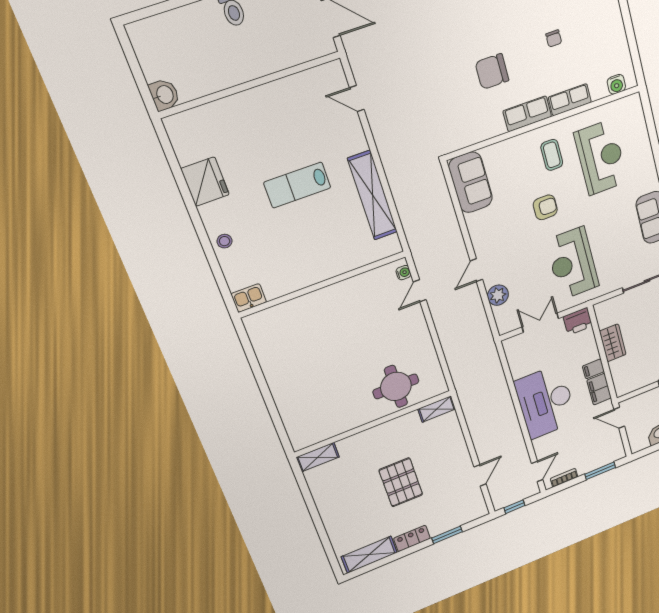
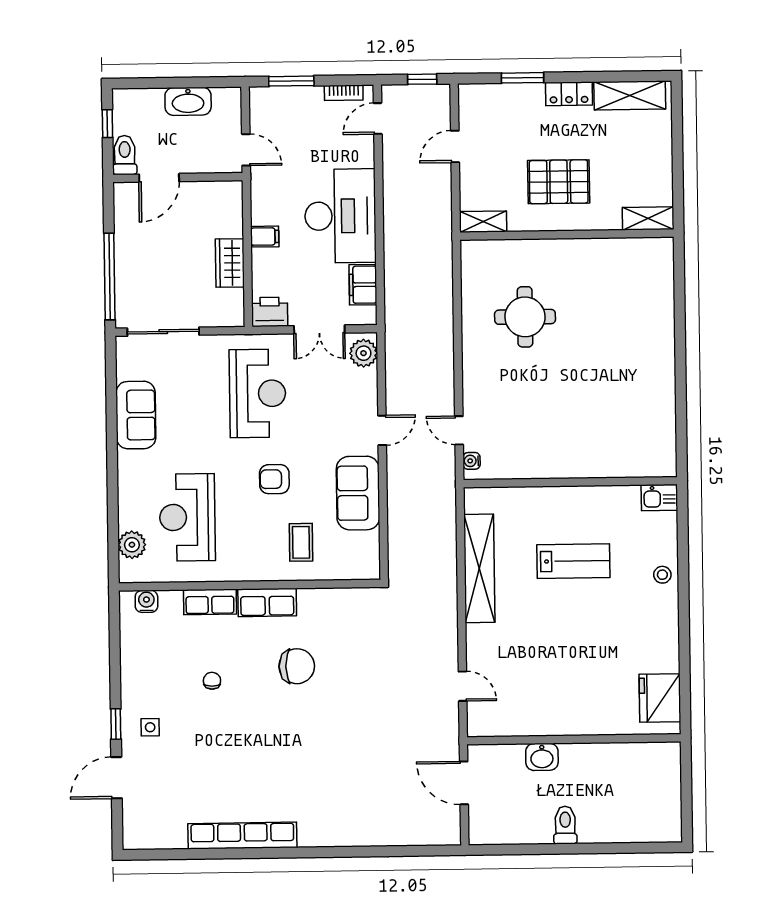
washbasin: (164, 95) -> (542, 757), moved, turned -90
plant: (636, 123) -> (132, 545), added
coffee table: (552, 155) -> (301, 542), moved
fridge: (205, 182) -> (660, 698), moved
sofa: (471, 182) -> (358, 493), moved
lab bench: (297, 185) -> (573, 561), moved
door: (420, 291) -> (459, 430), swing flipped
plant: (498, 295) -> (363, 353), moved
filing cabinet: (599, 389) -> (363, 285), moved, turned 180
shelving: (437, 409) -> (483, 222), moved
wall: (374, 424) -> (567, 235), moved
shelving: (318, 457) -> (648, 218), moved
pallet: (401, 482) -> (559, 182), turned 90

